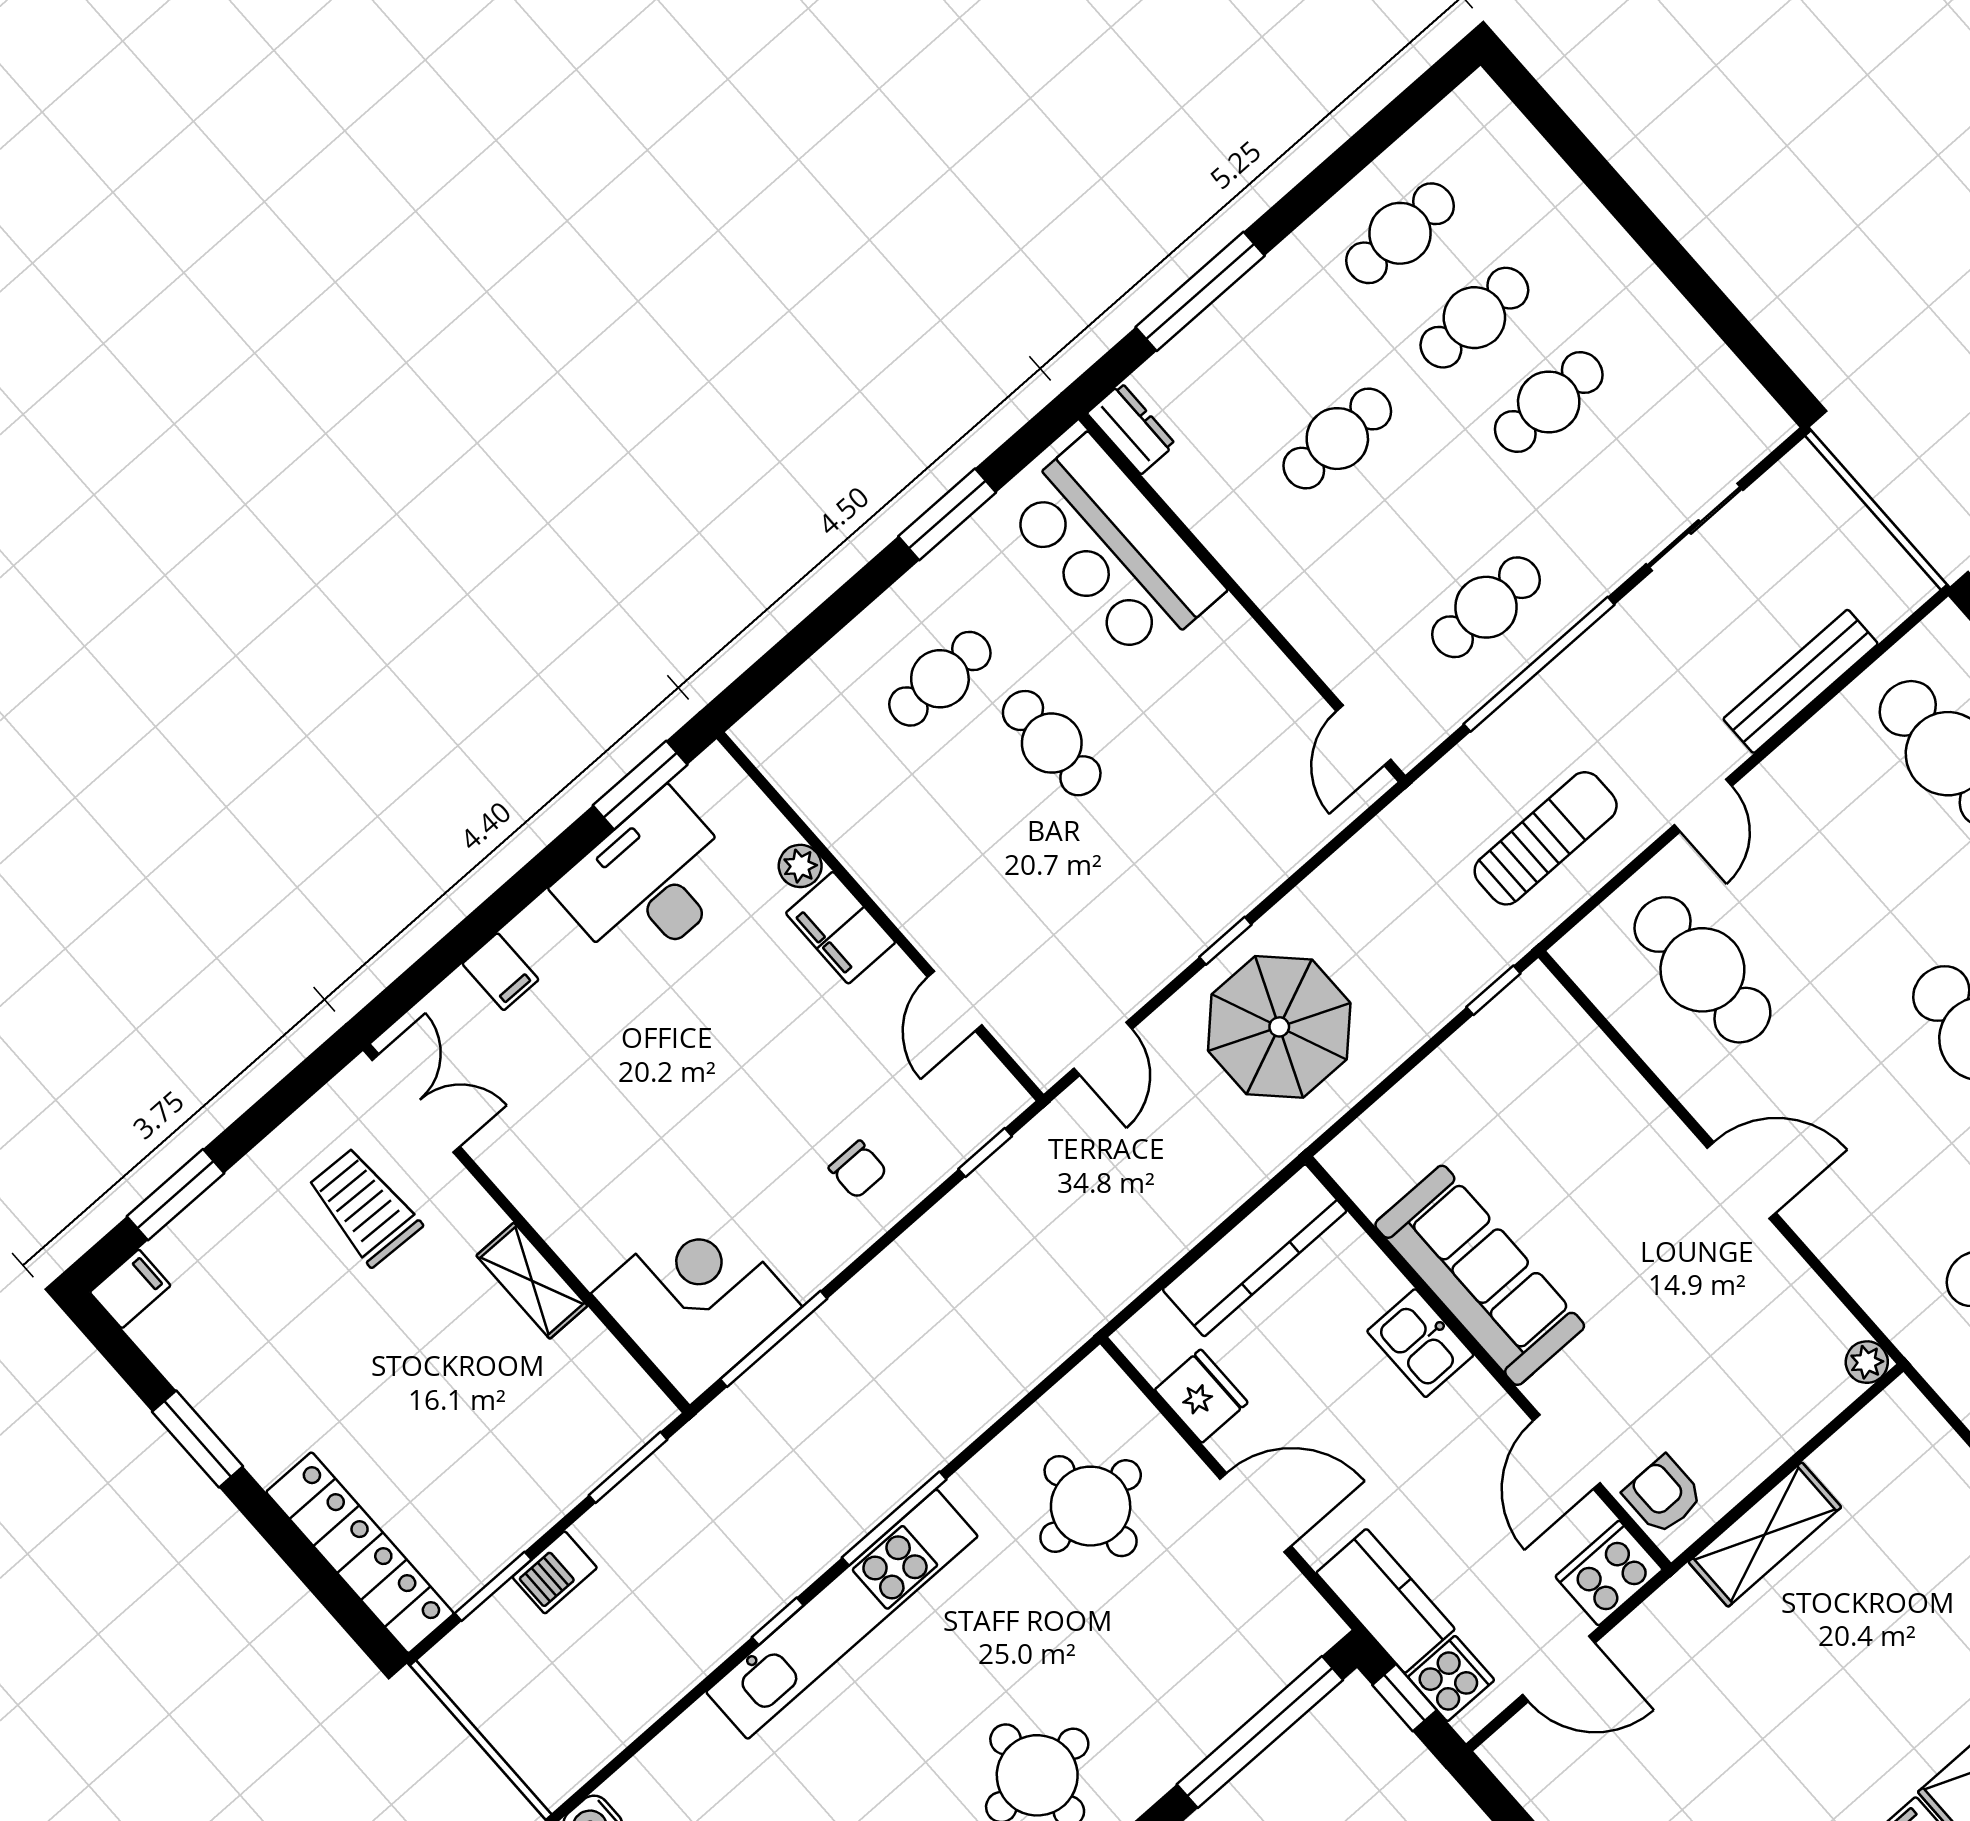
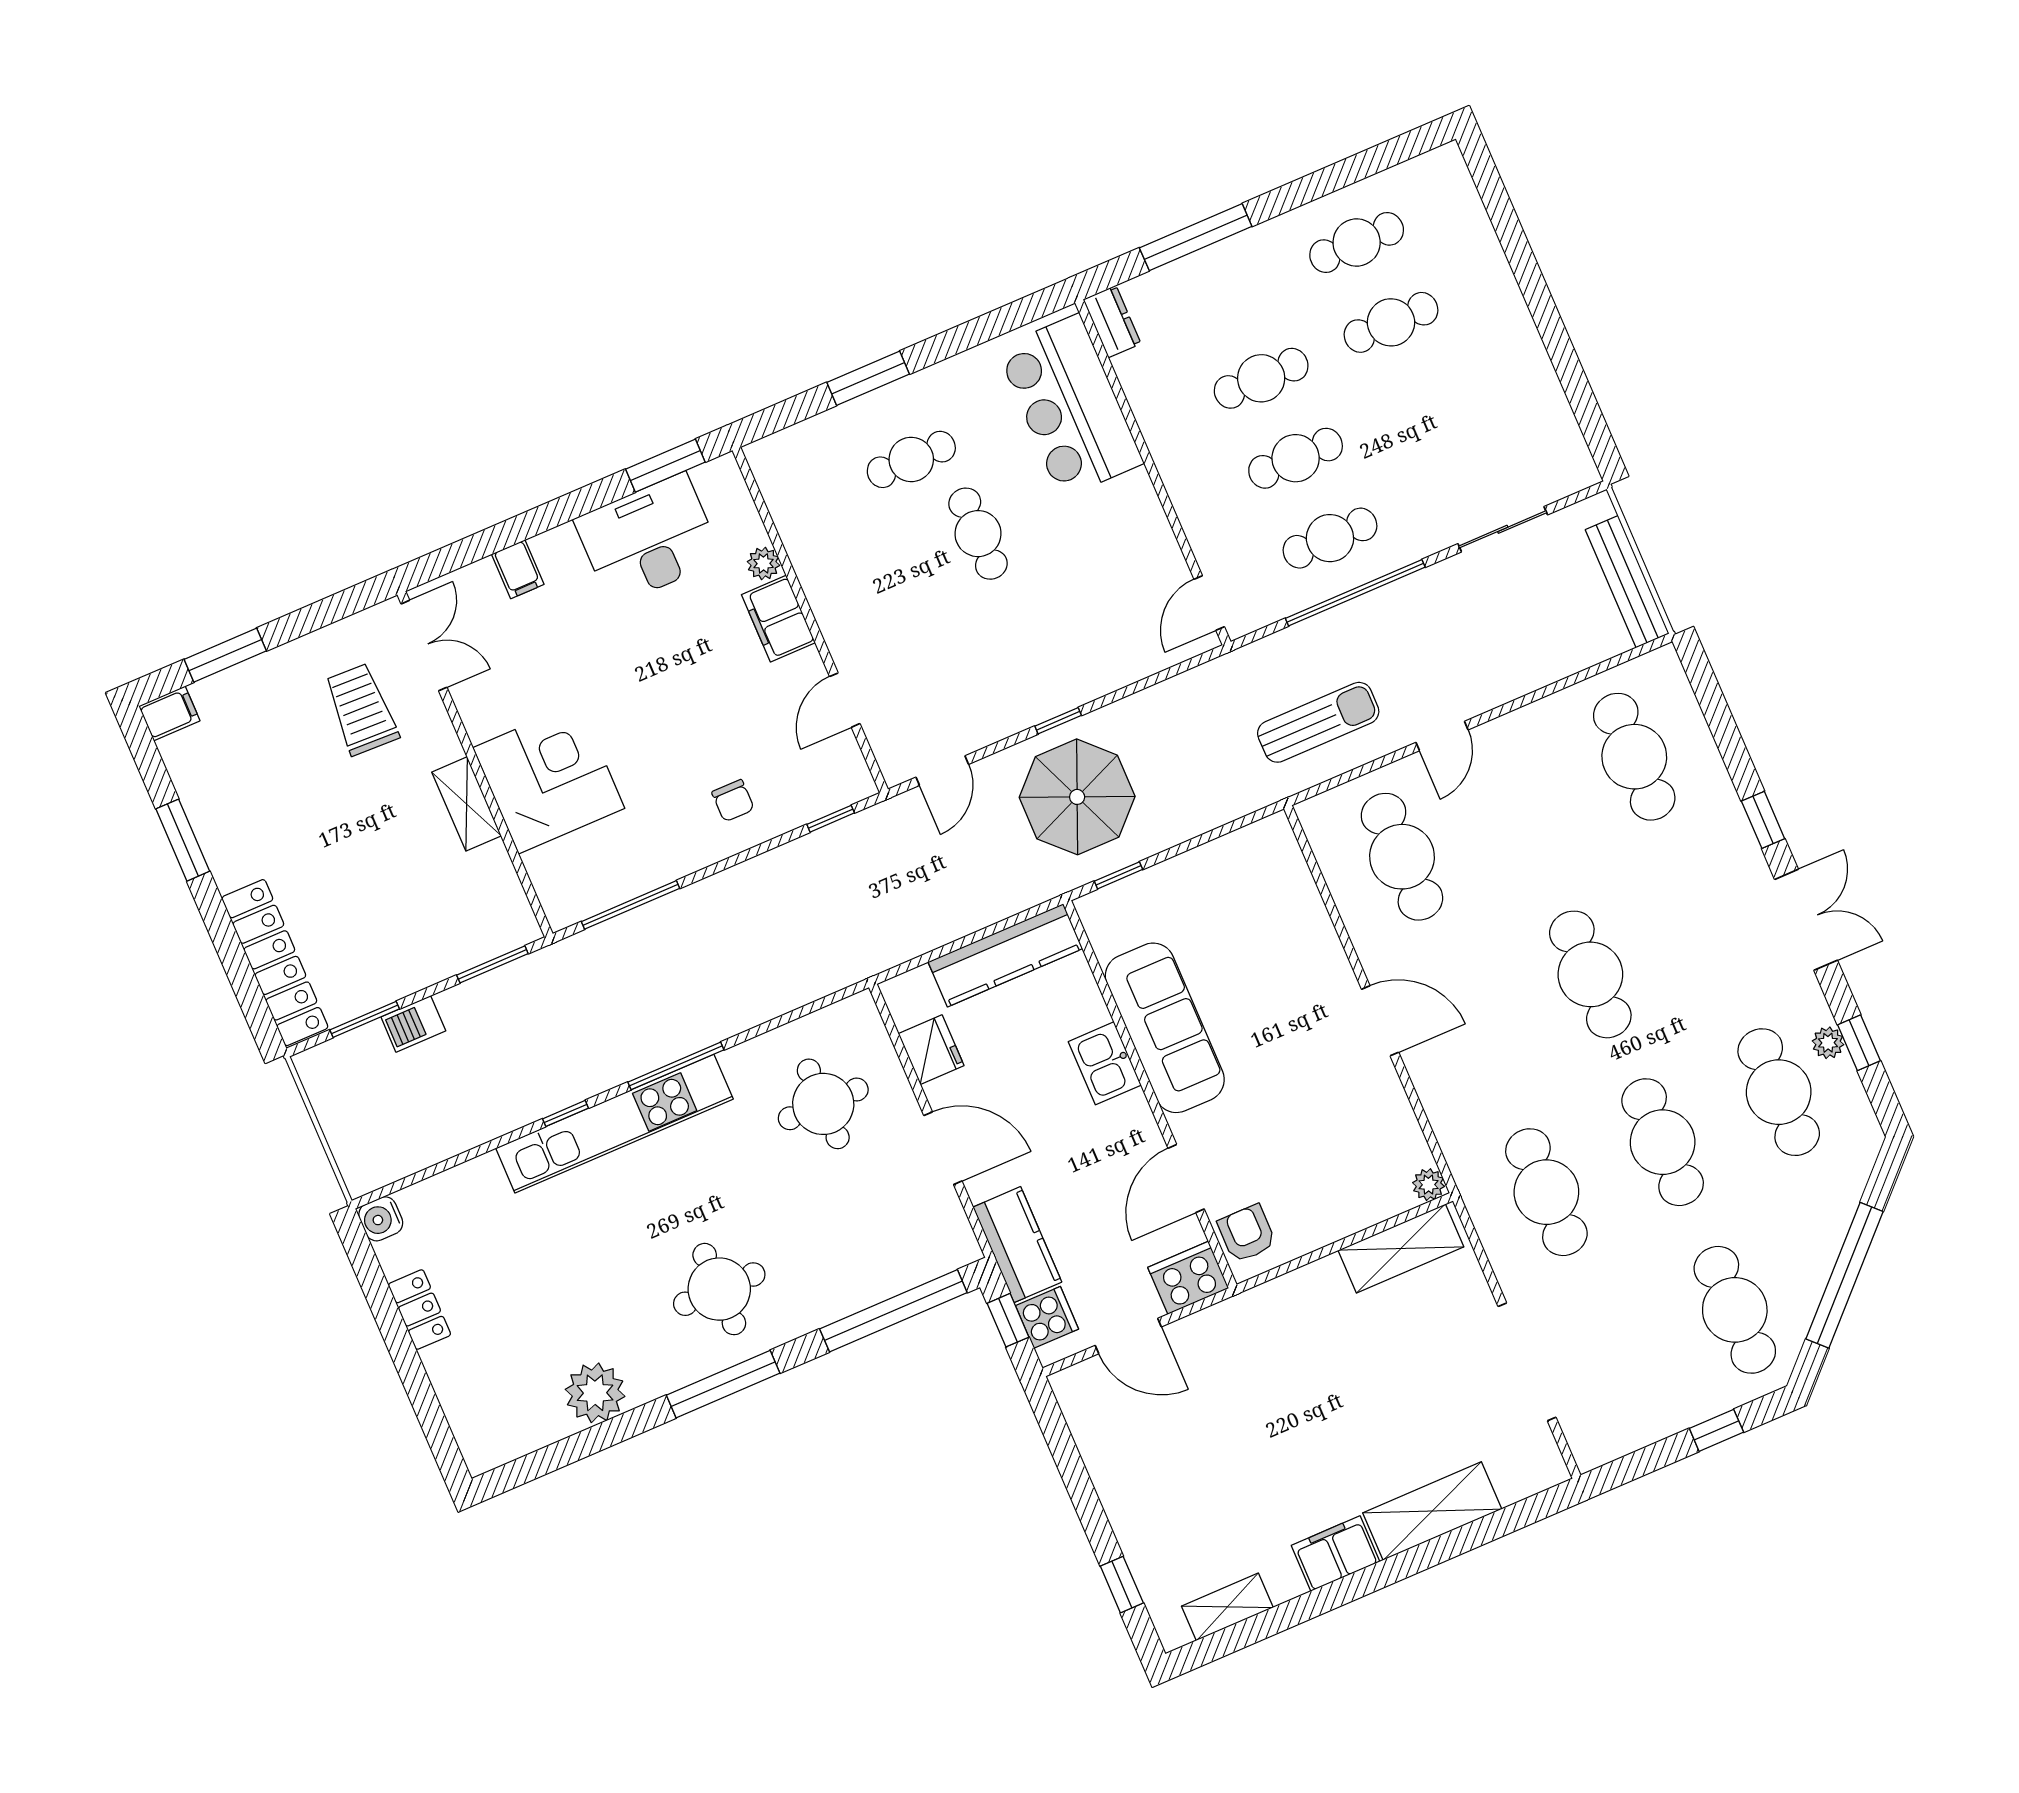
cafe table: (1549, 402) -> (1296, 458), moved
window: (947, 514) -> (868, 378), moved
bench: (1801, 681) -> (1627, 582), moved, turned 90
window: (1493, 990) -> (1118, 875), moved
corner desk: (697, 1300) -> (549, 778), moved
shelving: (1765, 1534) -> (1401, 1249), moved

